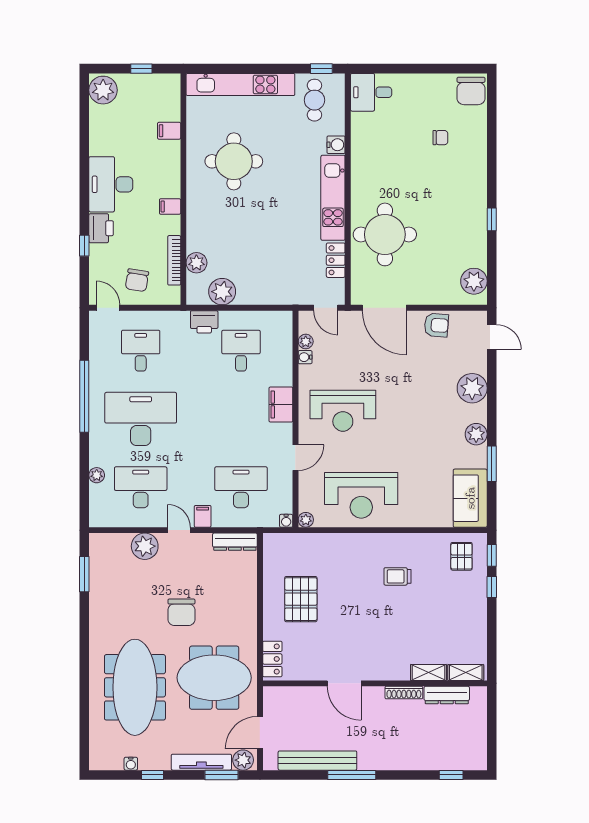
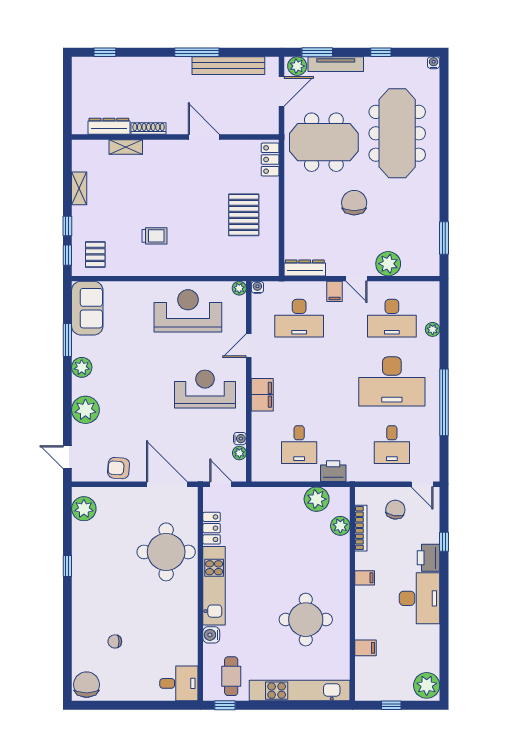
shelving: (466, 673) -> (79, 188), moved, turned 90
water cooler: (131, 764) -> (434, 63), moved

